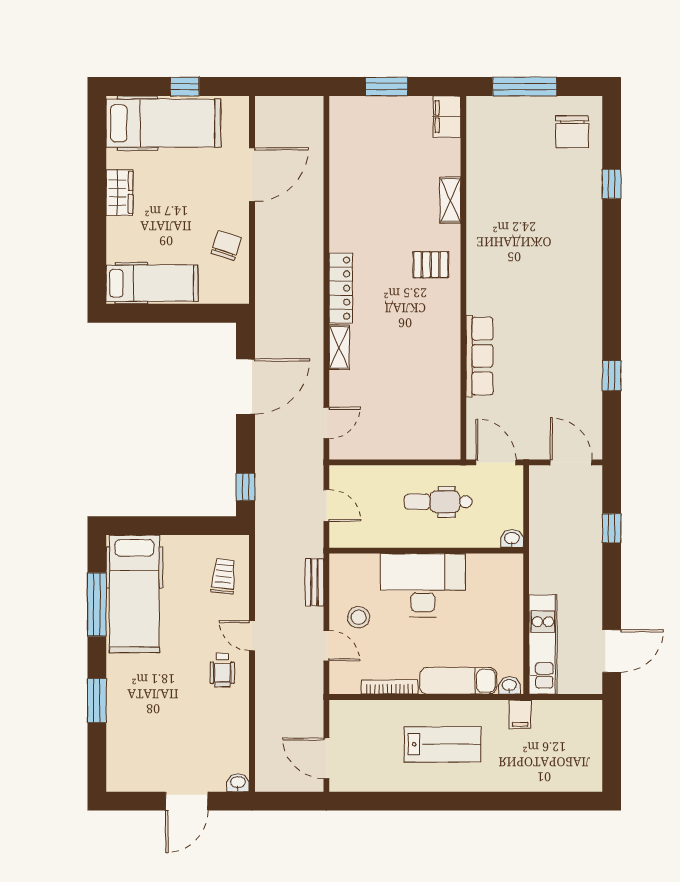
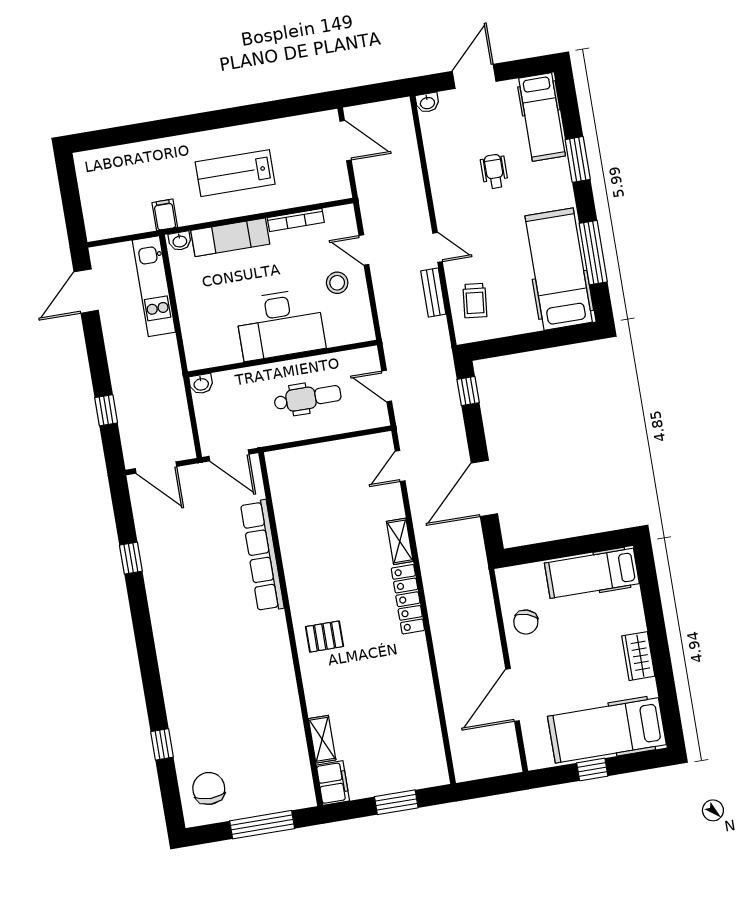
shelving: (450, 200) -> (322, 739), moved
row of seats: (480, 356) -> (262, 556), width x1.36
dental chair: (438, 502) -> (308, 398), moved
bench: (314, 582) -> (433, 293), moved
wheelchair: (222, 670) -> (494, 171), moved
hospital bed: (125, 749) -> (542, 117), added

